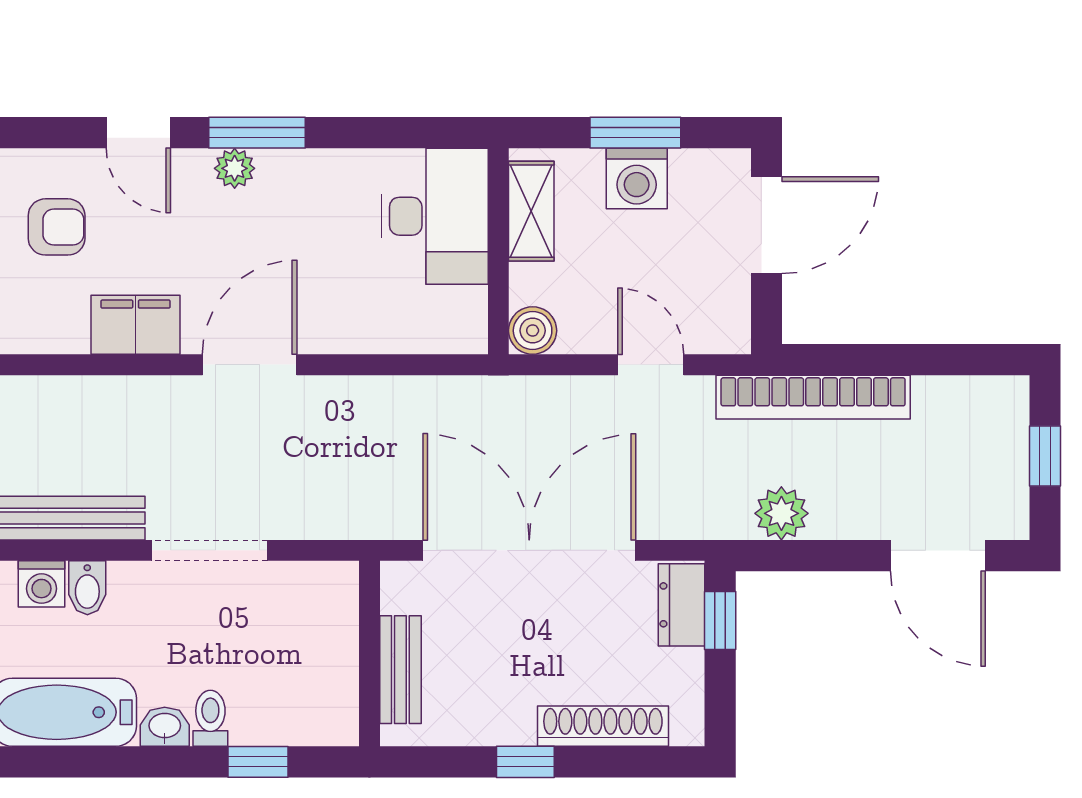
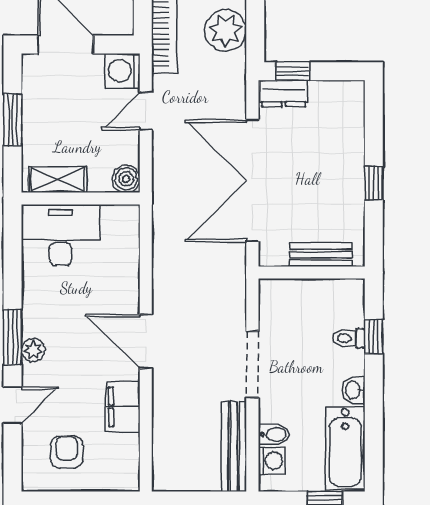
washing machine: (637, 179) -> (122, 71), moved, turned 180
plant: (781, 513) -> (226, 30), width x1.36, depth x1.36
toilet: (210, 718) -> (349, 338), moved
shoe rack: (603, 726) -> (353, 138), removed

